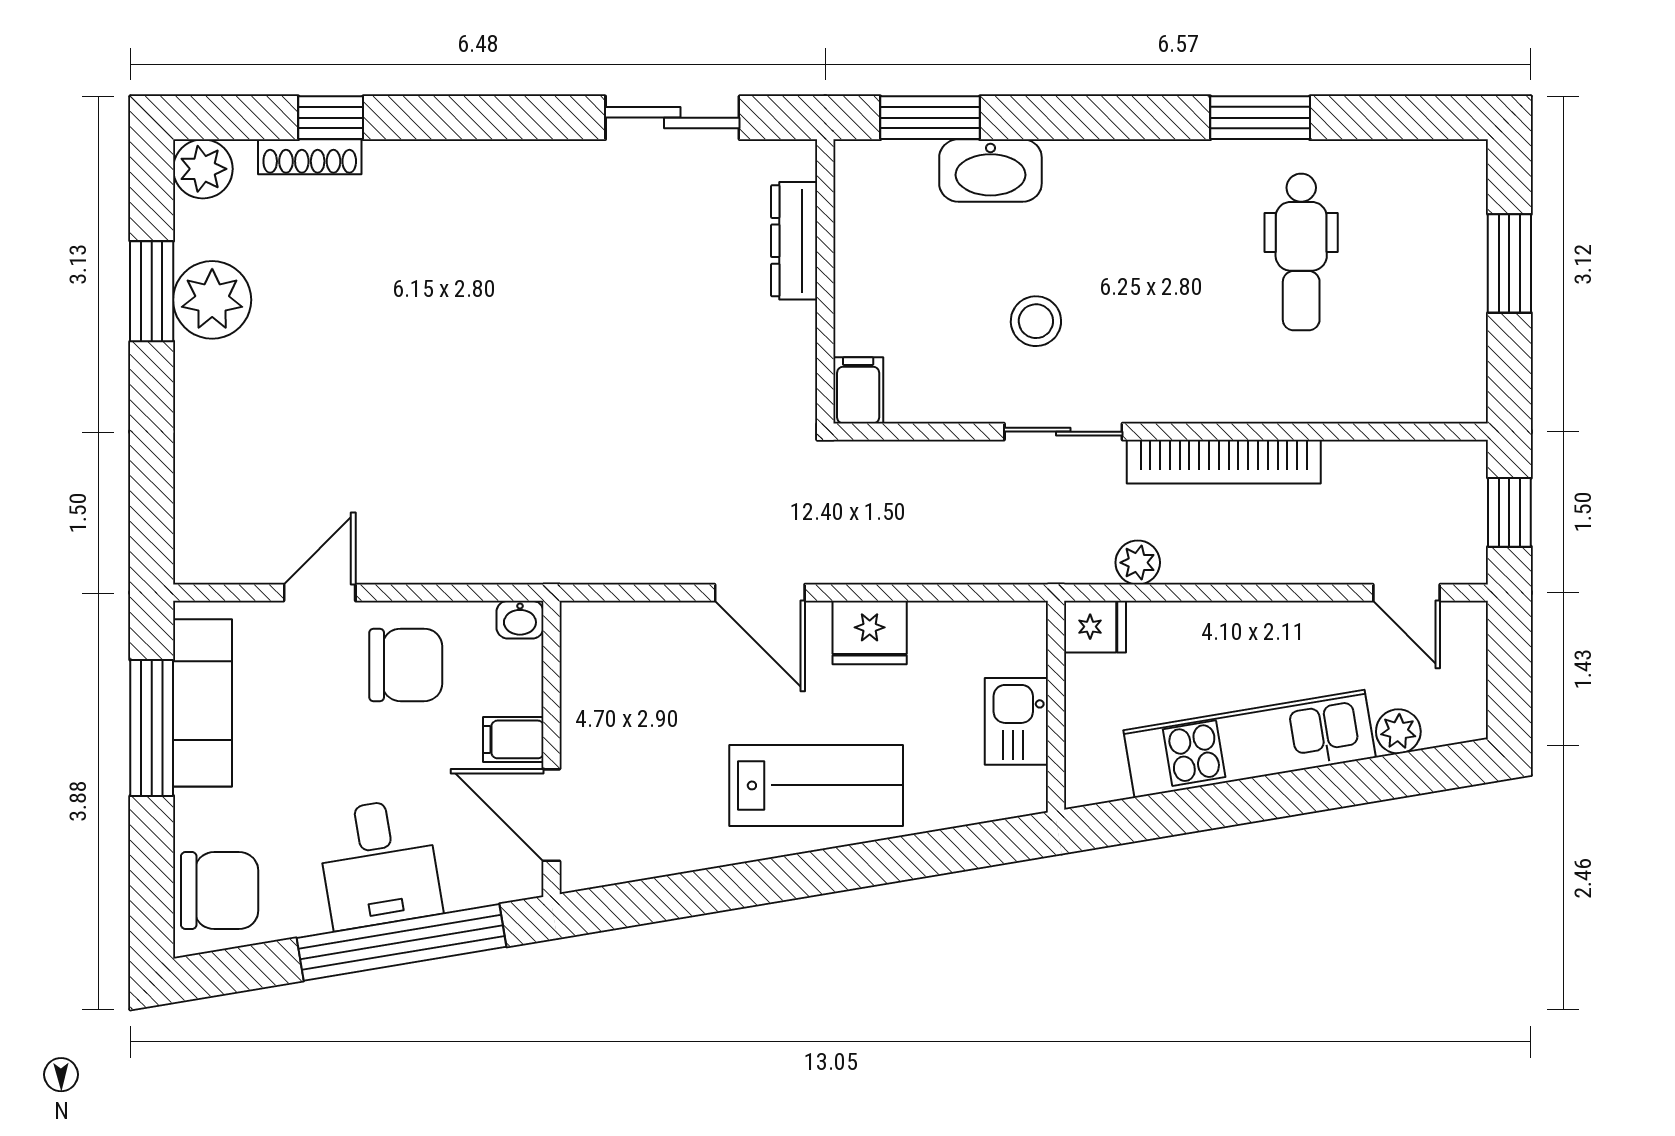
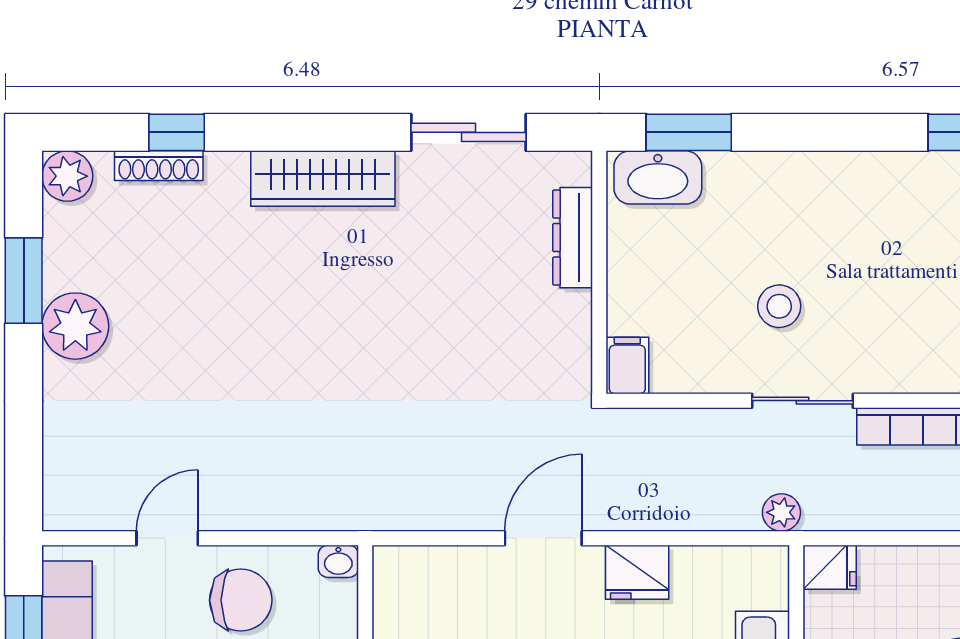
washbasin: (990, 170) -> (658, 177), moved
wardrobe: (502, 172) -> (323, 179), added
plant: (212, 300) -> (75, 326), moved
plant: (1138, 563) -> (781, 512), moved
door: (760, 593) -> (543, 538), swing flipped

